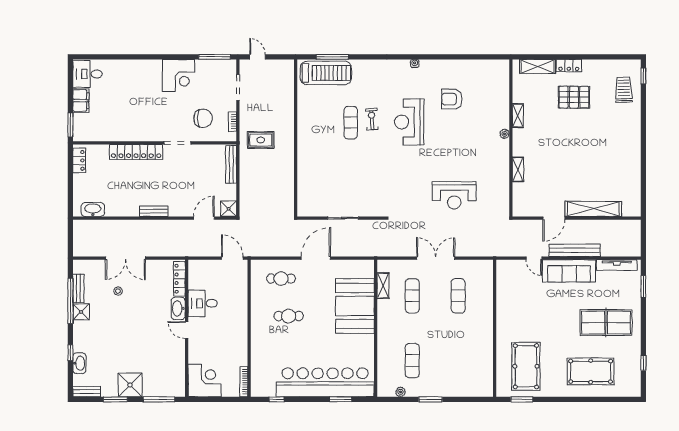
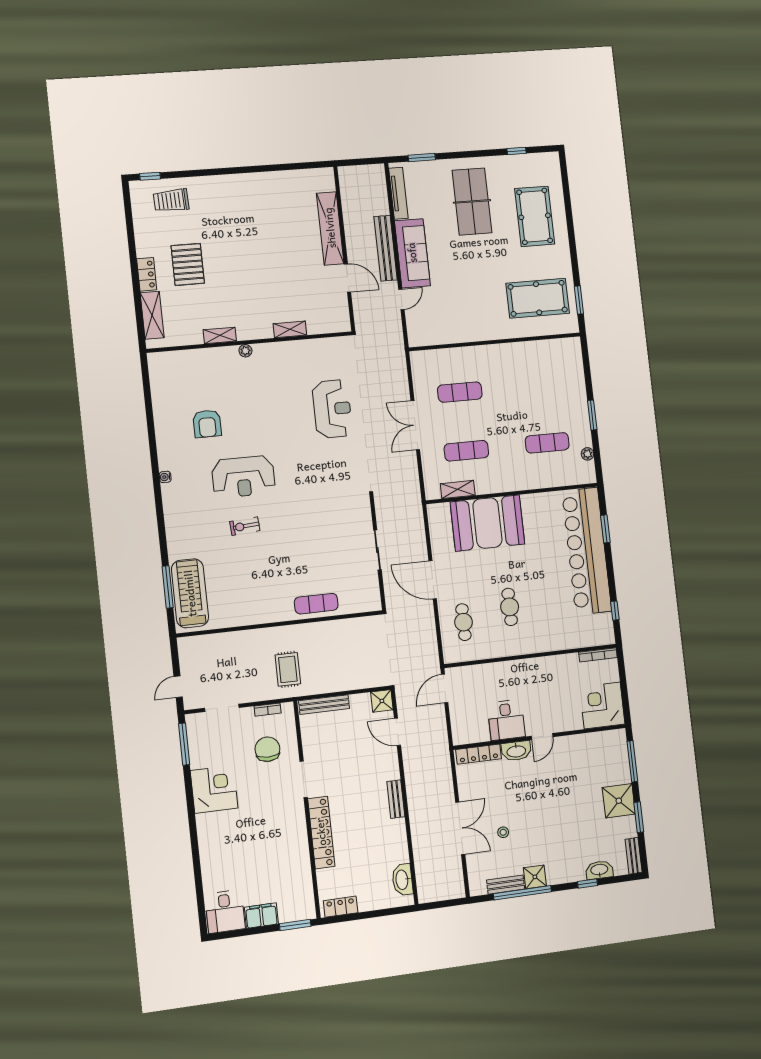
exercise mat: (351, 123) -> (316, 604), moved

